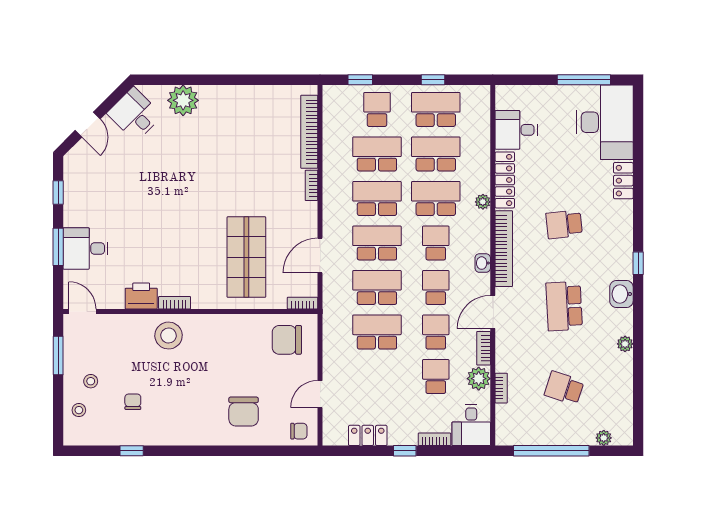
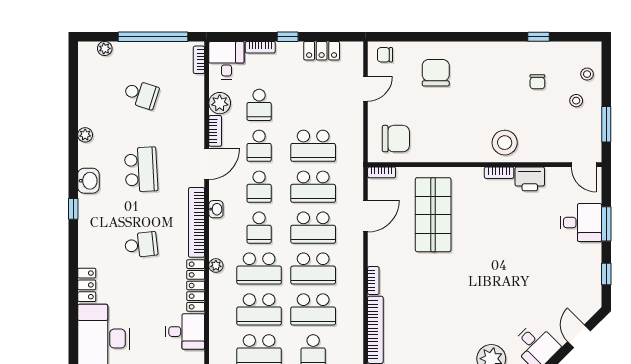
bookcase: (501, 388) -> (199, 60), moved

